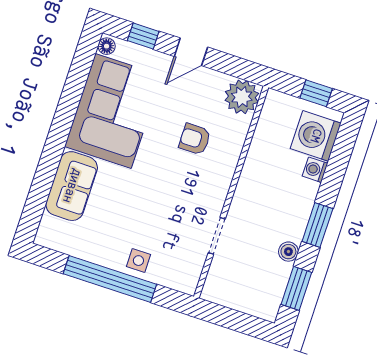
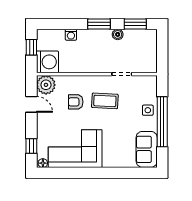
door: (191, 52) -> (31, 104), moved
washing machine: (316, 136) -> (47, 62), moved, turned -90
armchair: (195, 139) -> (76, 102), turned 90
sofa: (72, 186) -> (147, 149), moved, turned -90
coffee table: (180, 191) -> (105, 101), added

